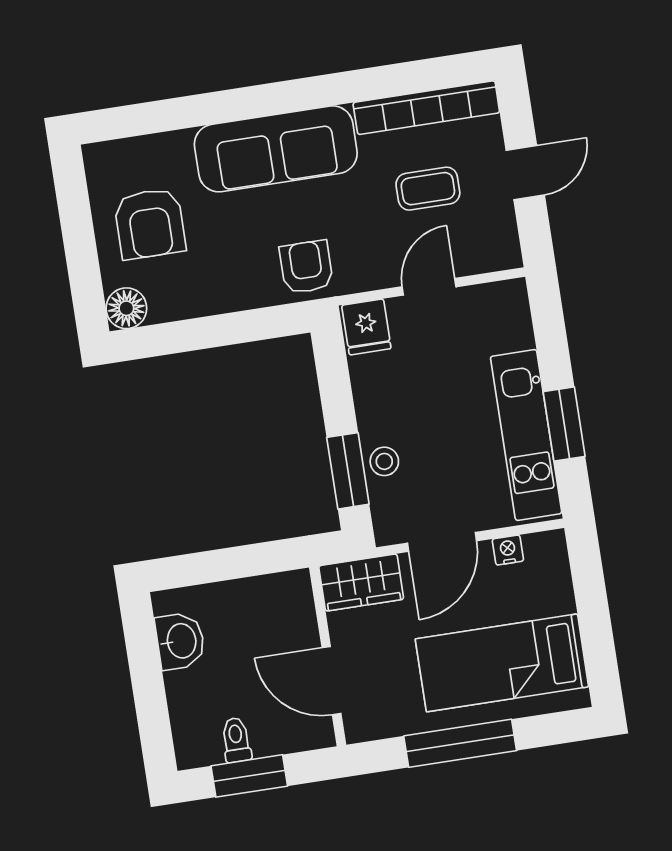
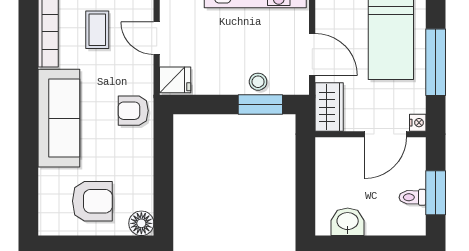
nightstand: (508, 550) -> (418, 123), moved, turned 180

